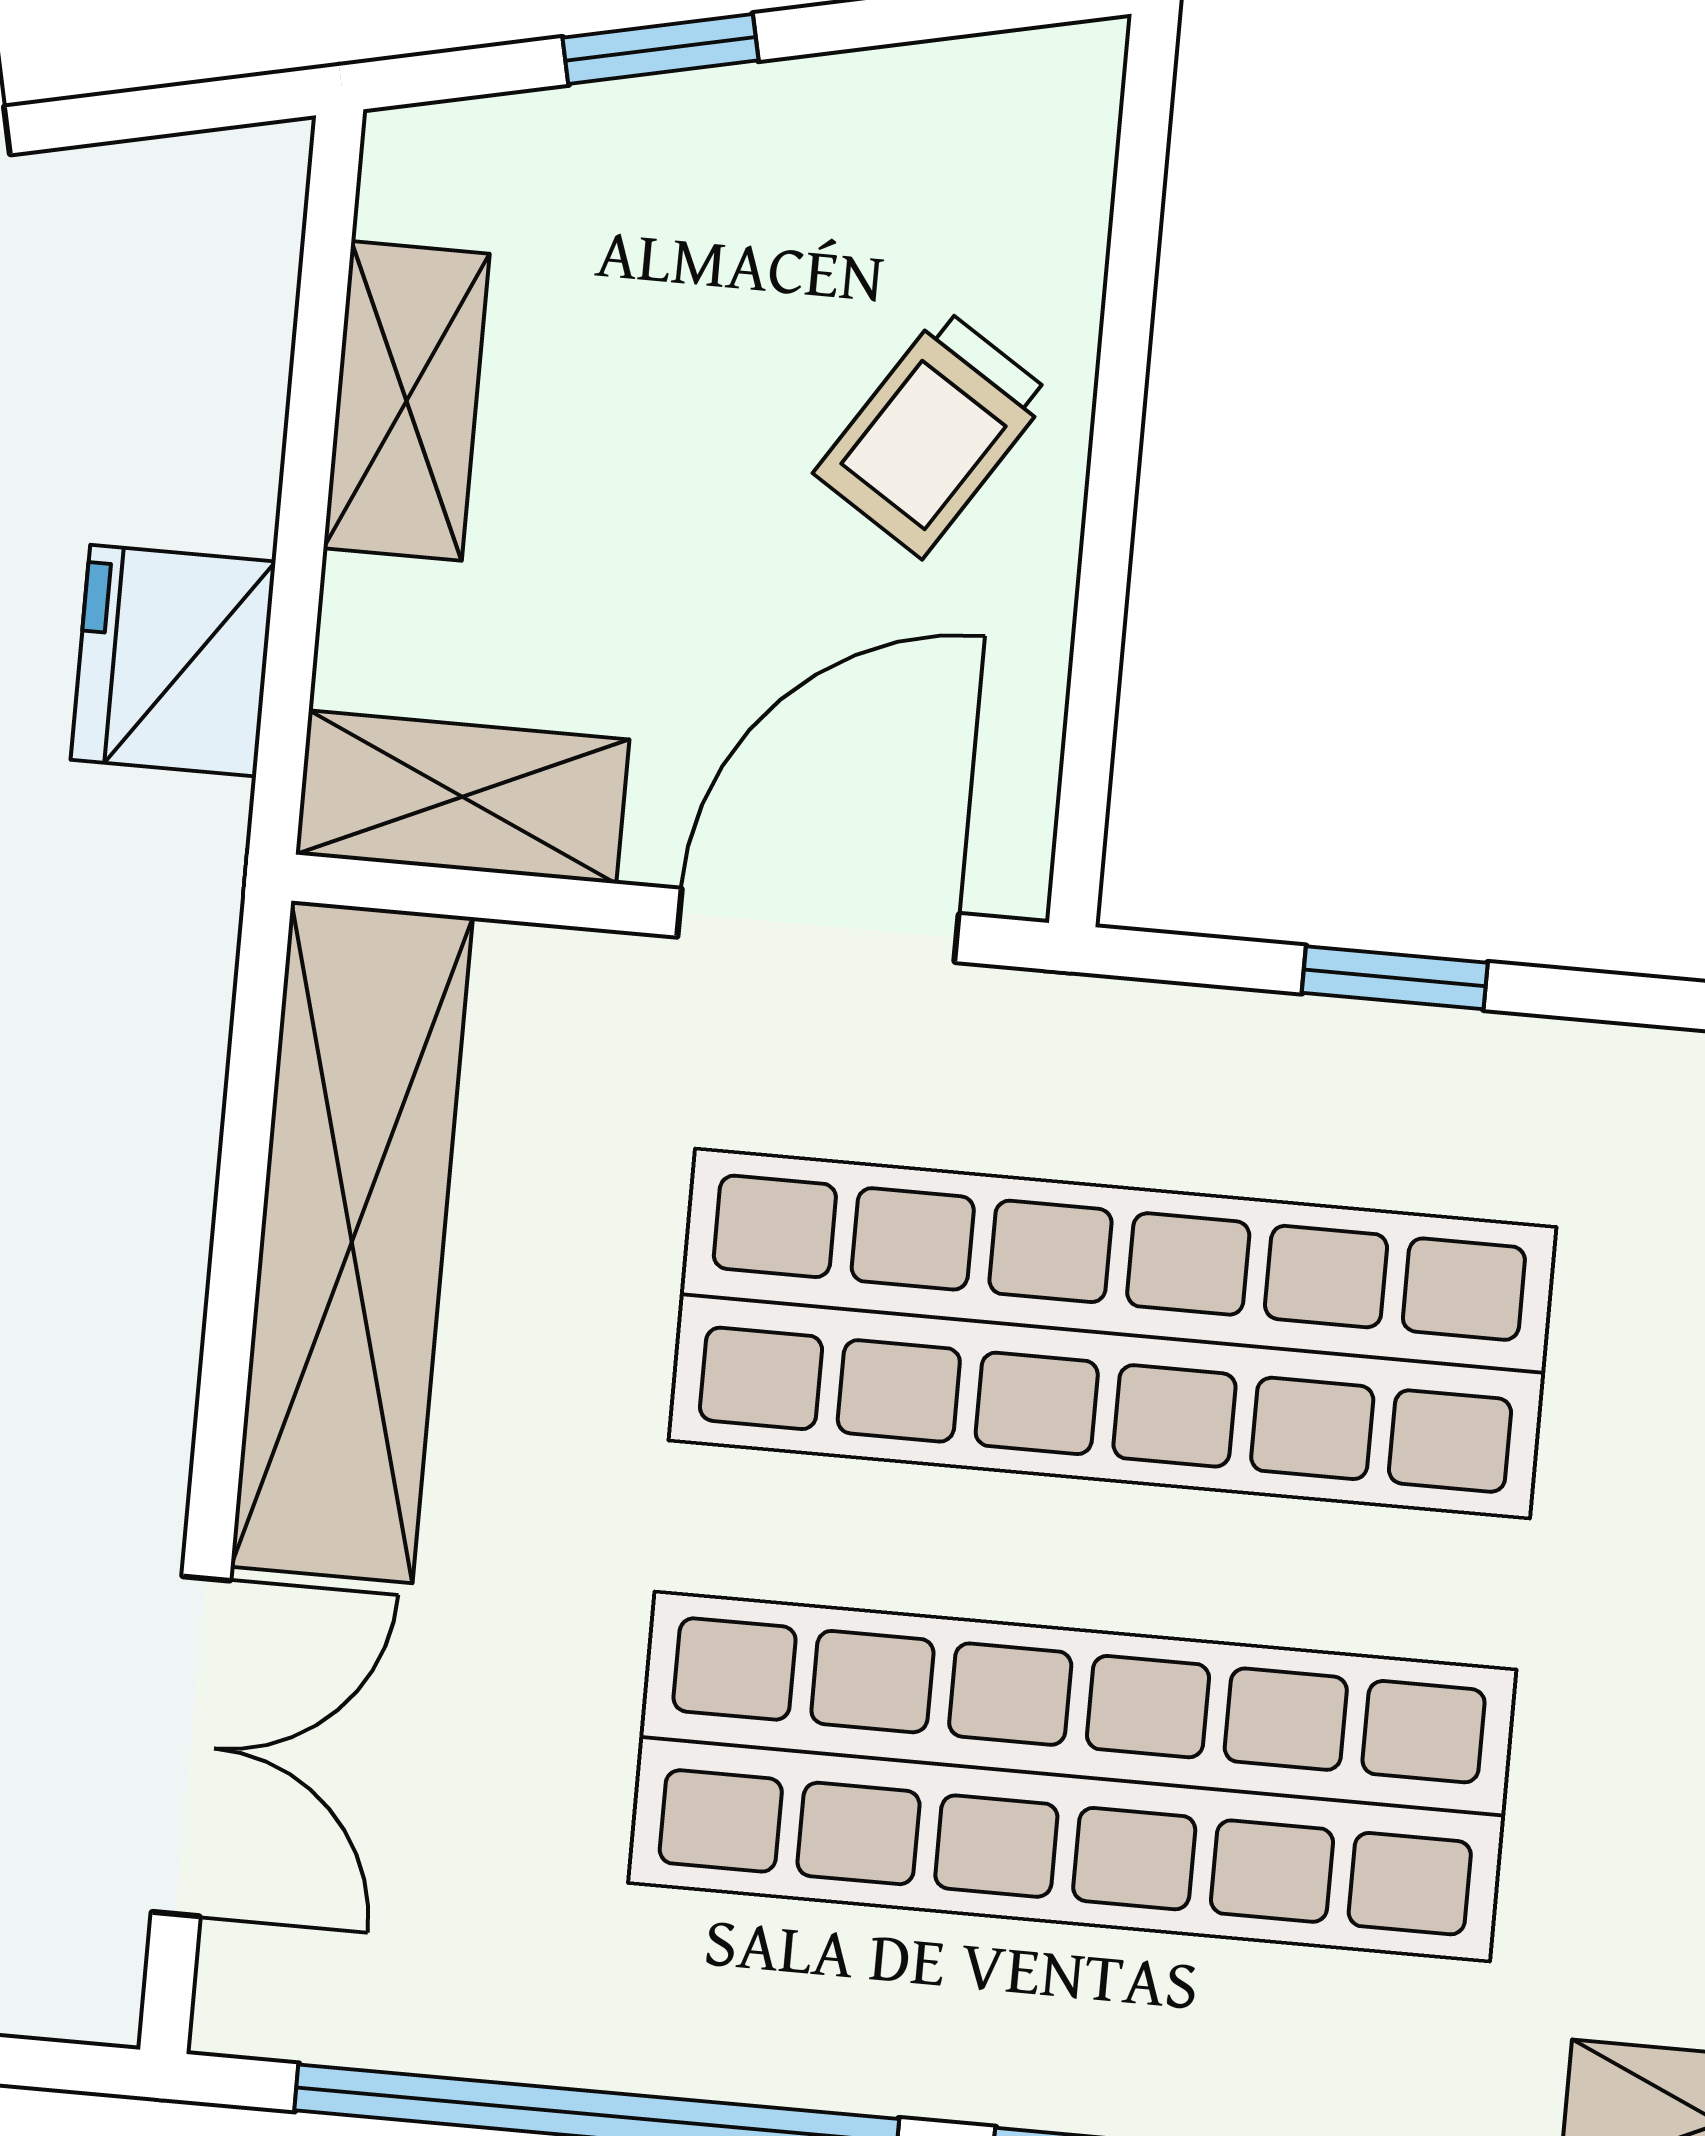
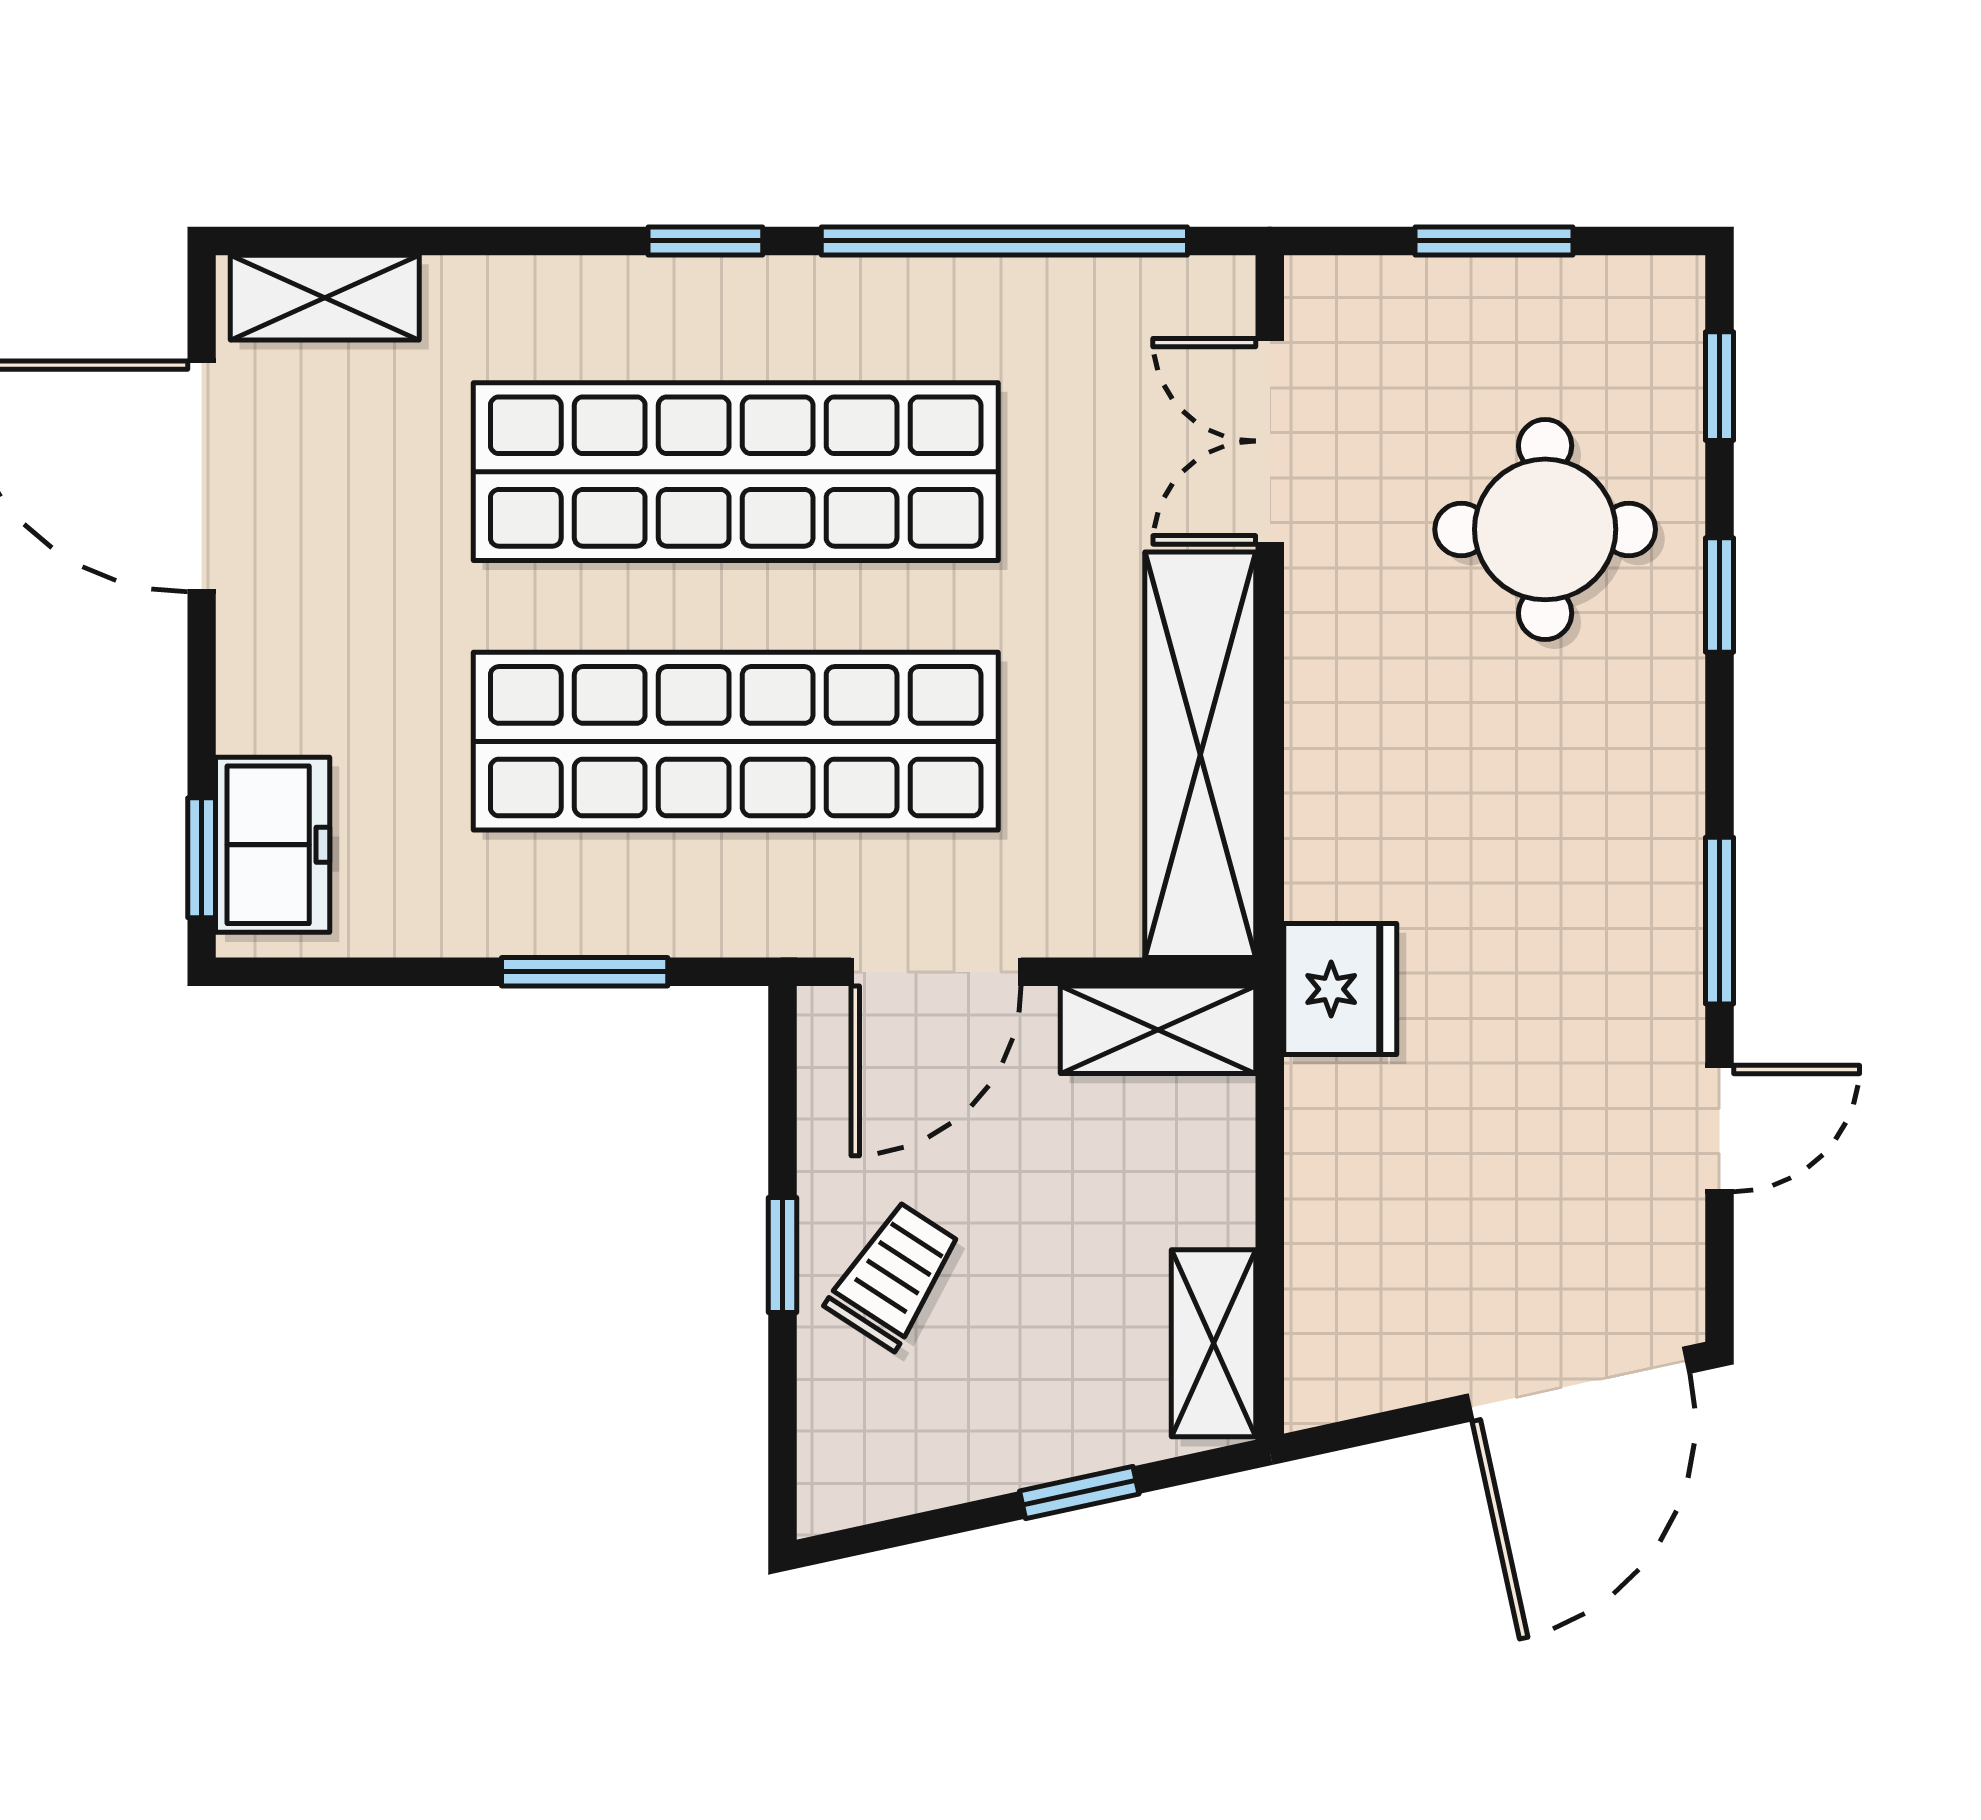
shelving: (406, 401) -> (1214, 1343), moved
window: (1112, 483) -> (783, 1255), added
fridge: (173, 661) -> (1340, 989), moved
window: (1395, 978) -> (585, 972), width x1.50

